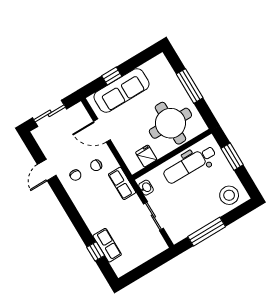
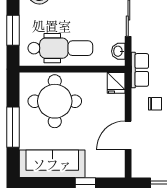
sofa: (121, 90) -> (52, 164), moved
door: (102, 131) -> (128, 135), swing flipped
fridge: (146, 156) -> (116, 83), moved

